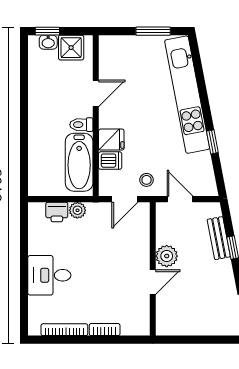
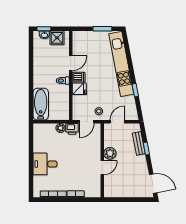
dishwasher: (110, 161) -> (79, 77), moved
bathtub: (79, 162) -> (41, 104), moved, turned 180
door: (180, 199) -> (117, 122), hinge flipped
printer: (57, 212) -> (72, 129), moved

